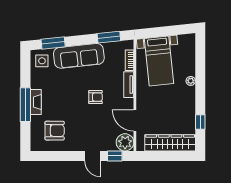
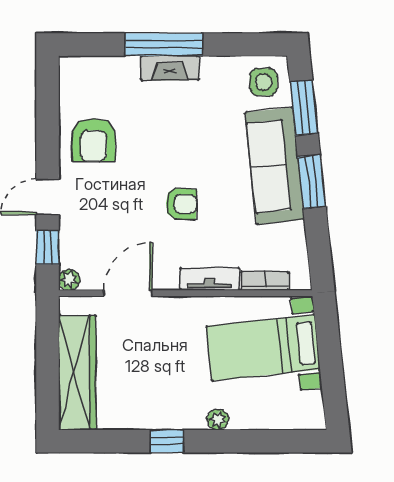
window: (109, 37) -> (312, 182), moved
armchair: (96, 97) -> (181, 204), turned -87
window: (200, 122) -> (167, 441), moved
armchair: (55, 131) -> (94, 140), moved
plant: (125, 142) -> (69, 280), width x0.53, depth x0.53

